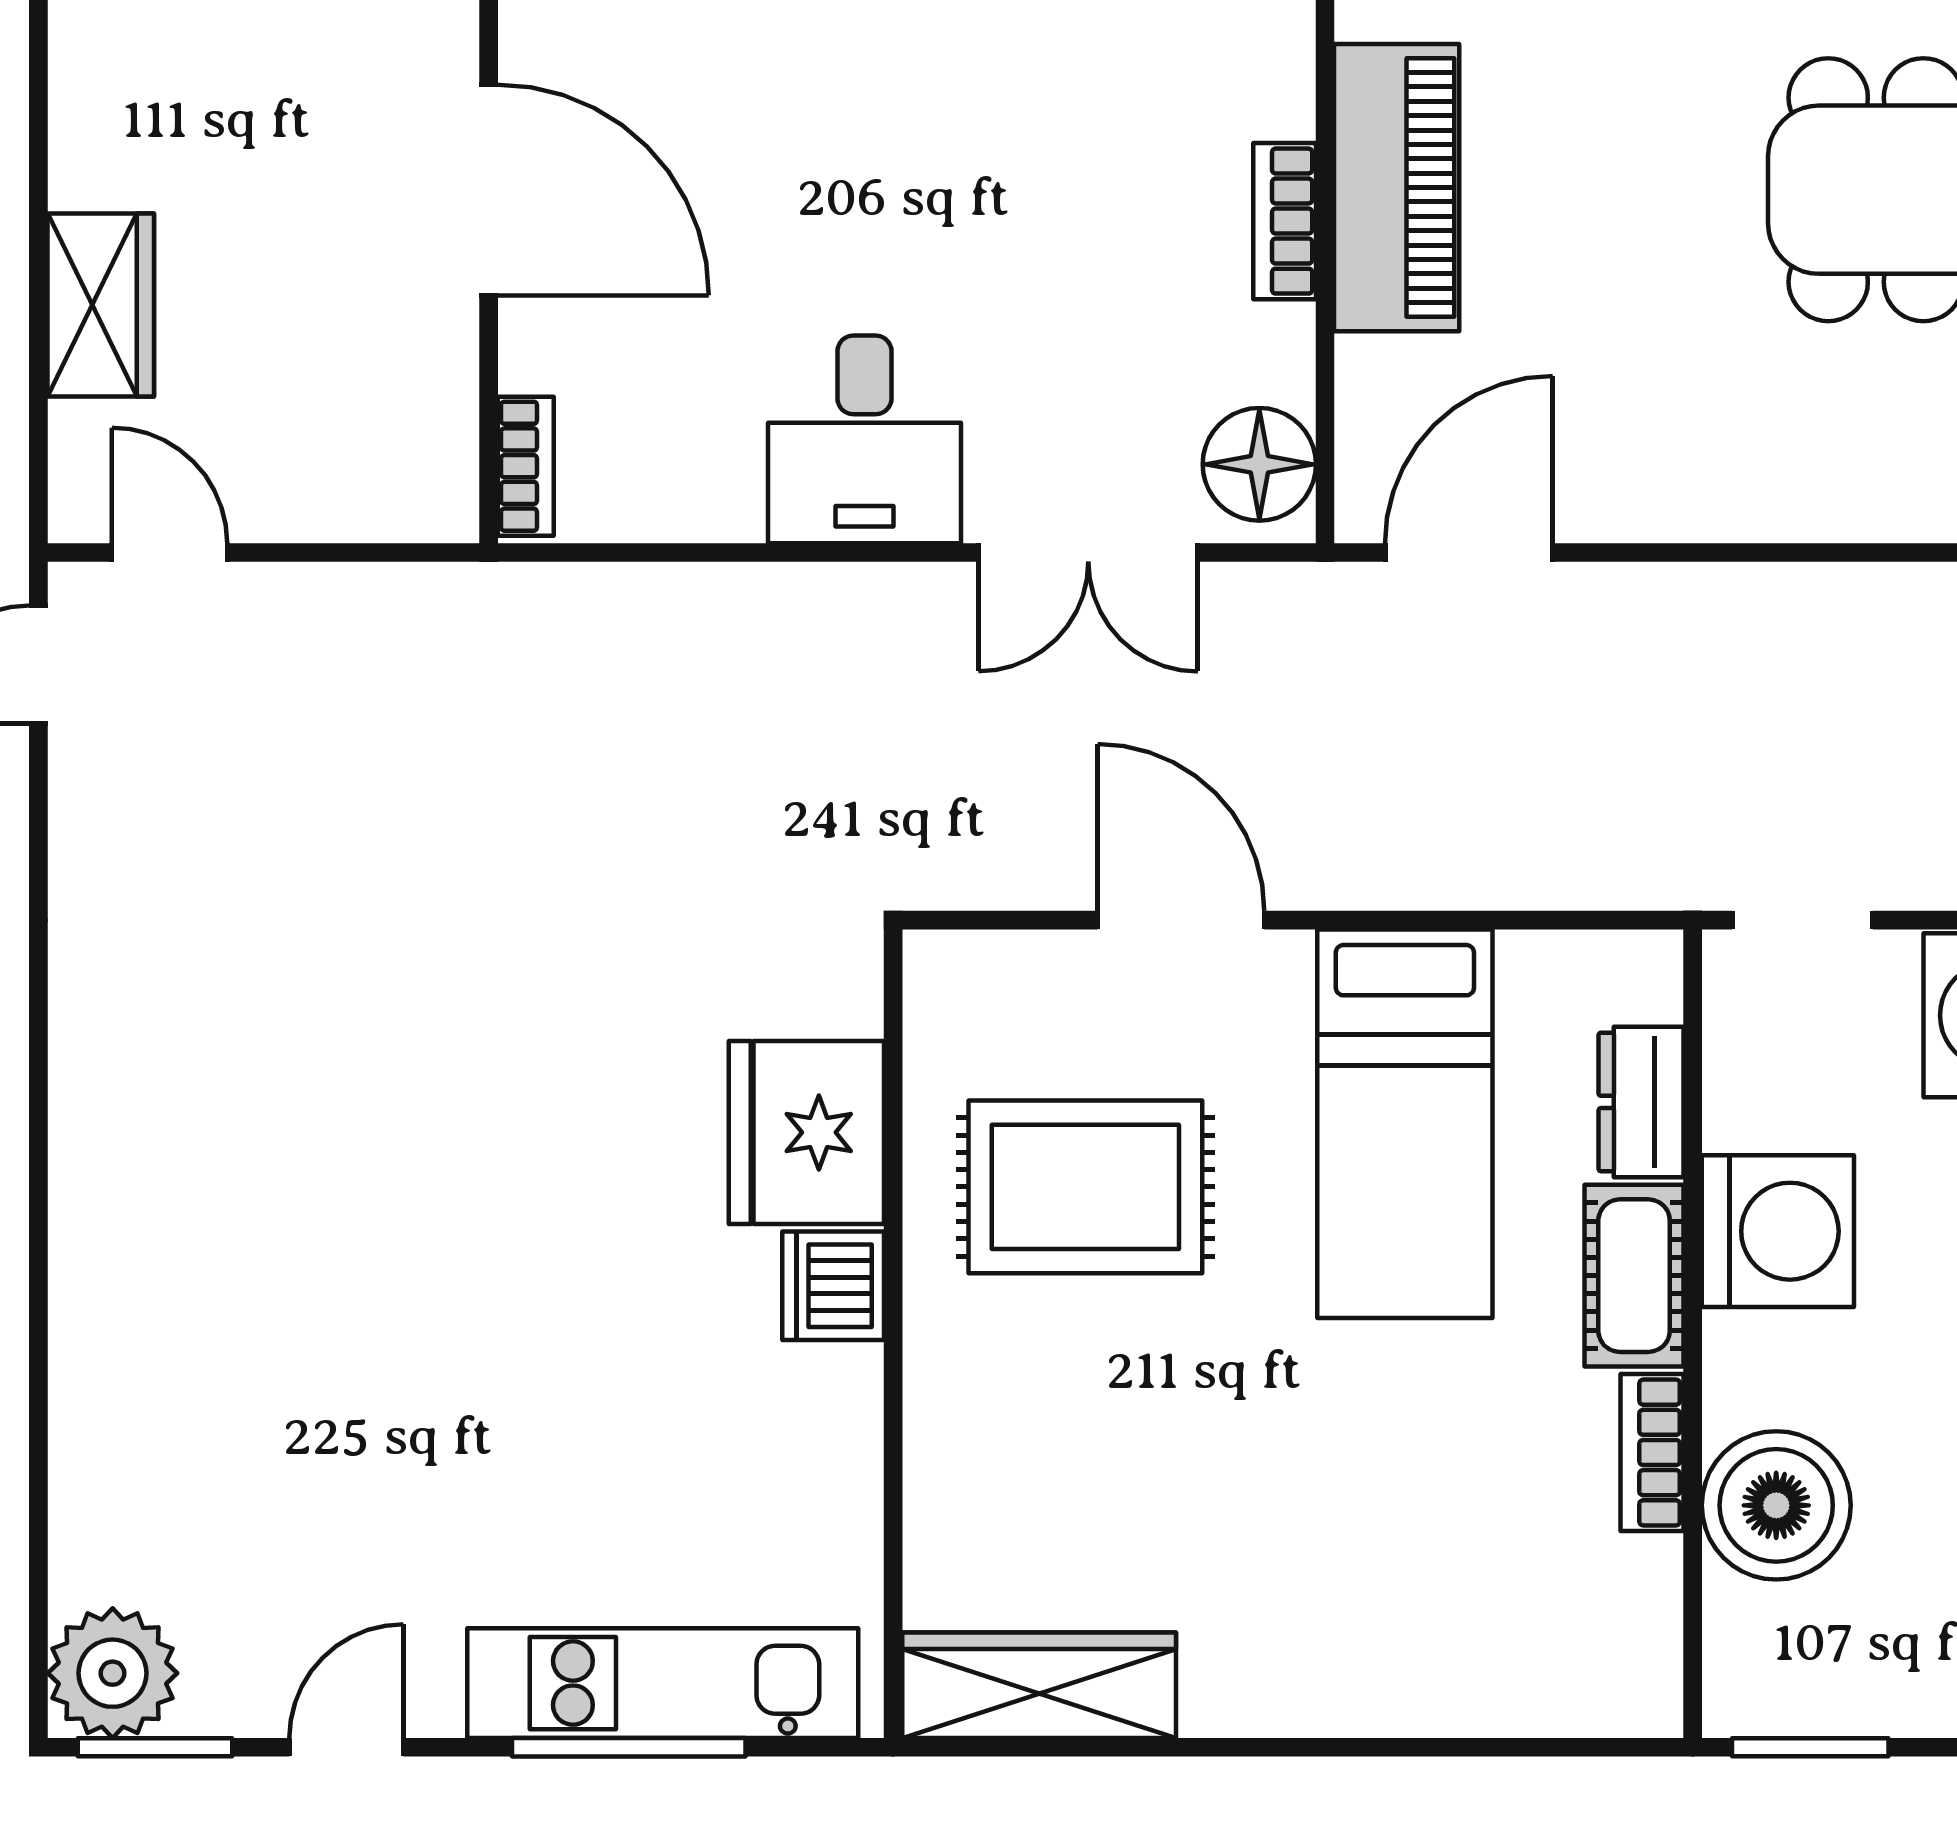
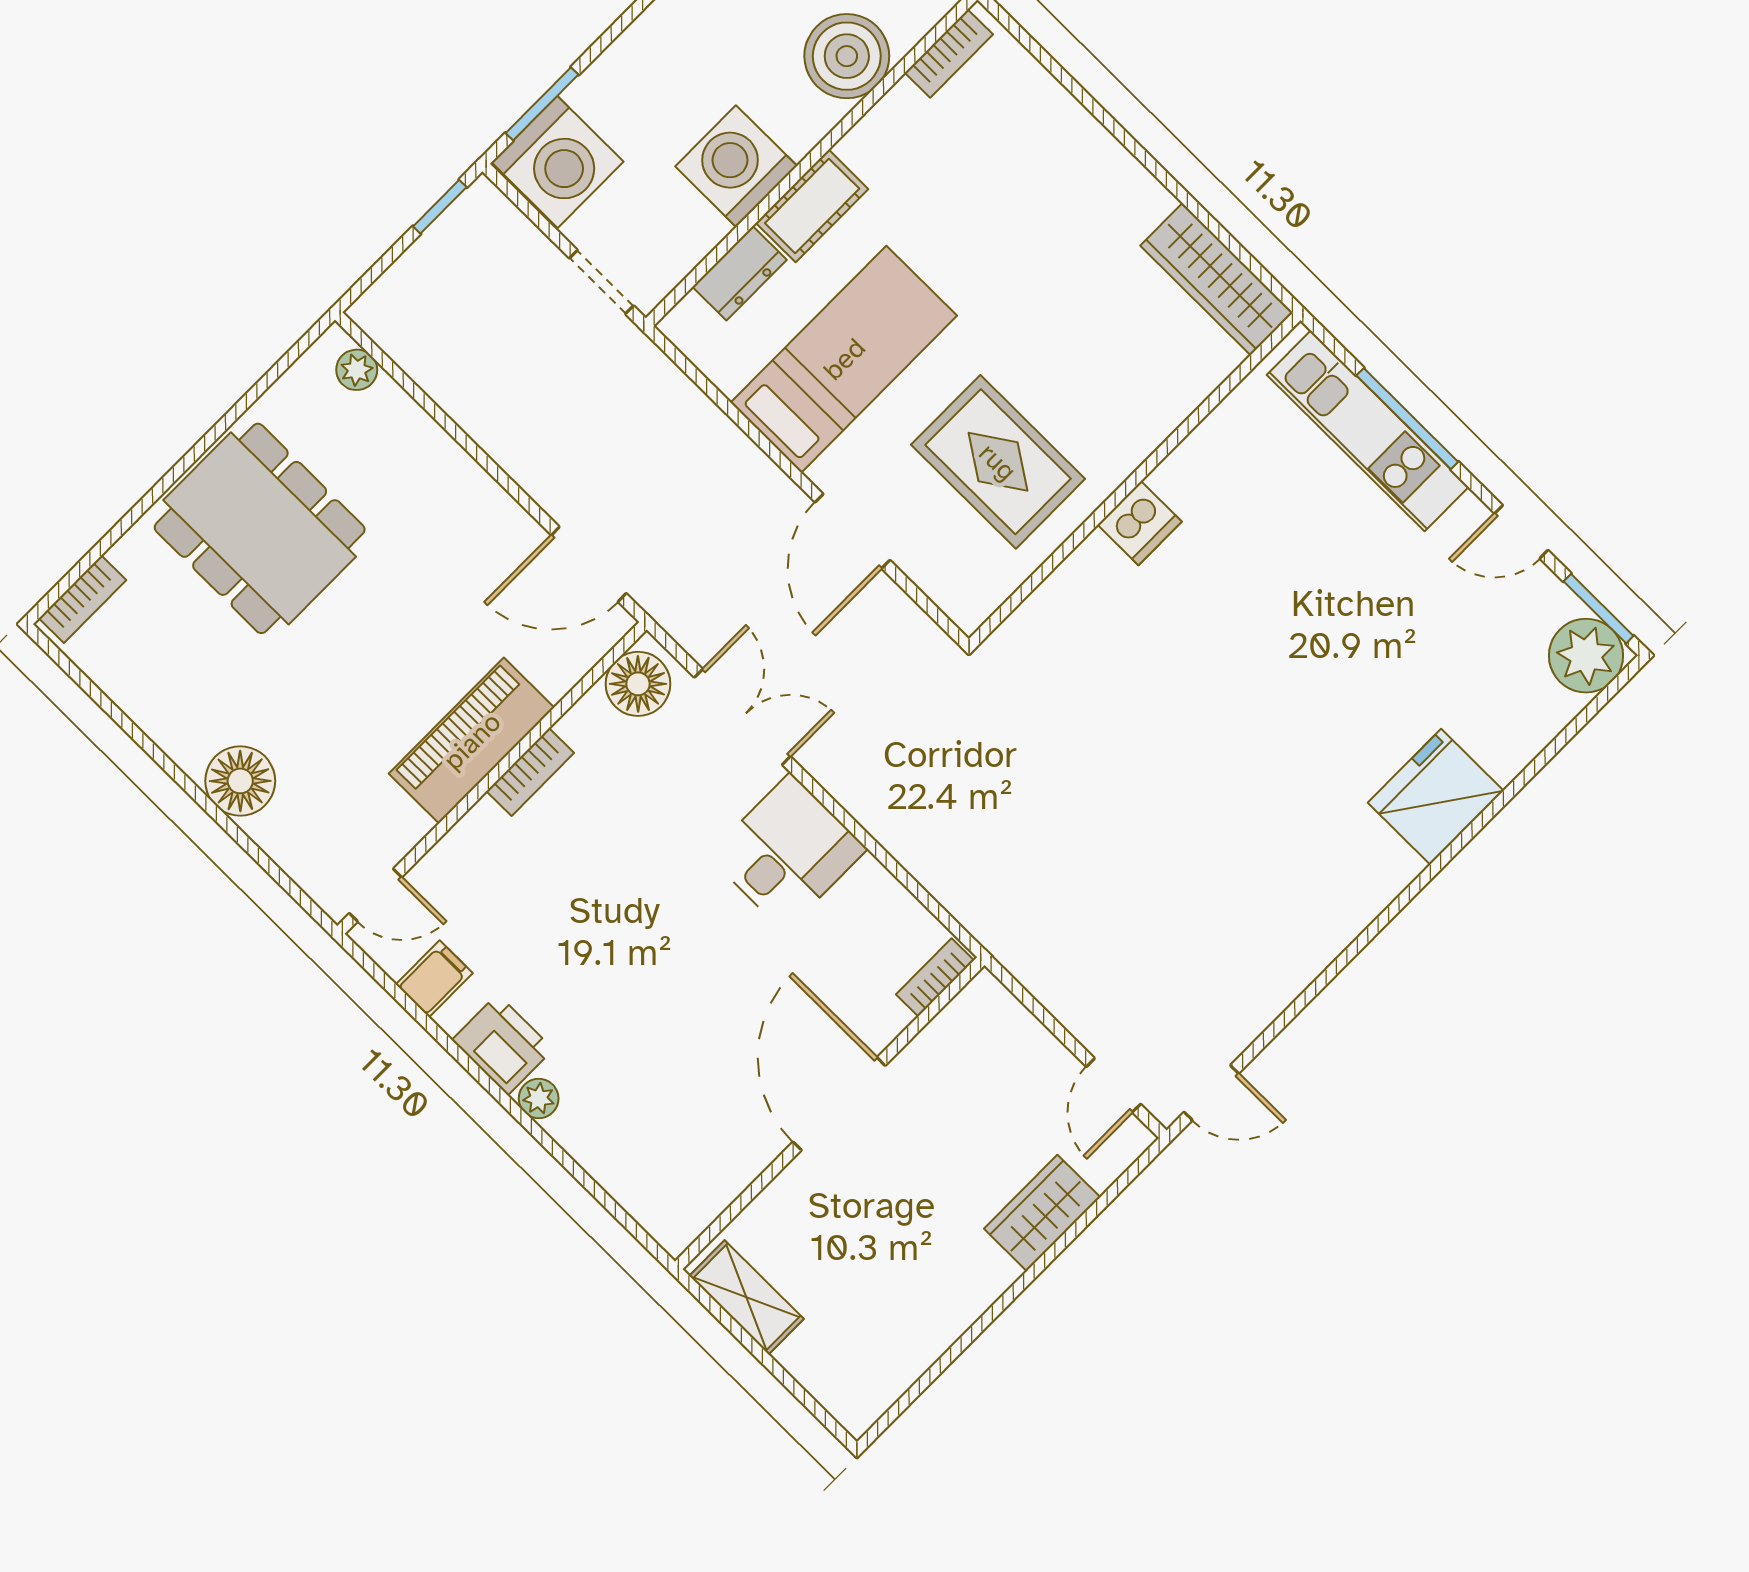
fridge: (806, 1132) -> (1436, 797), moved, turned 180
bookcase: (1652, 1452) -> (949, 54), moved

